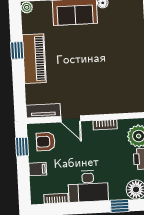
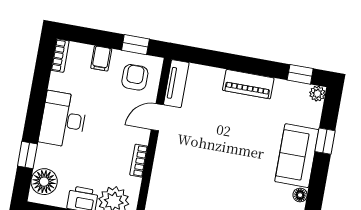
window: (17, 50) -> (300, 74), moved
piano: (34, 59) -> (248, 84), width x0.73, depth x0.75
bookcase: (56, 198) -> (60, 56), moved

